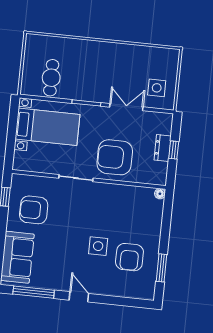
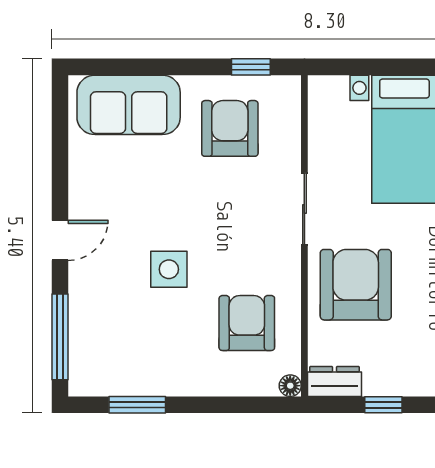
dresser: (163, 148) -> (334, 382), moved
armchair: (129, 257) -> (247, 323), moved, turned 90
window: (34, 292) -> (60, 337), moved

